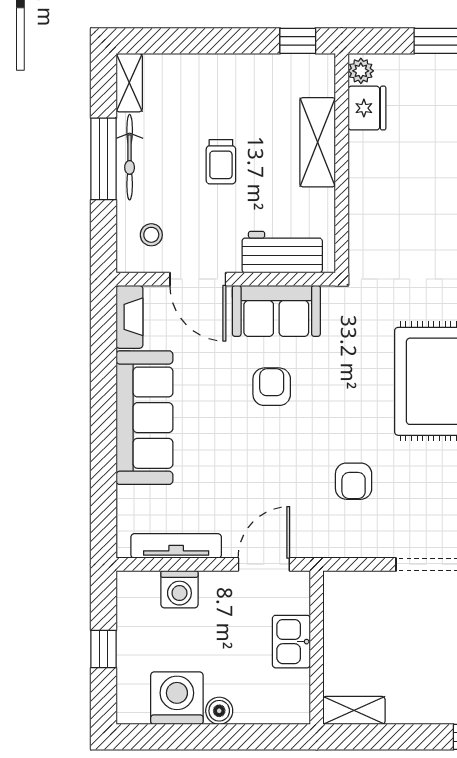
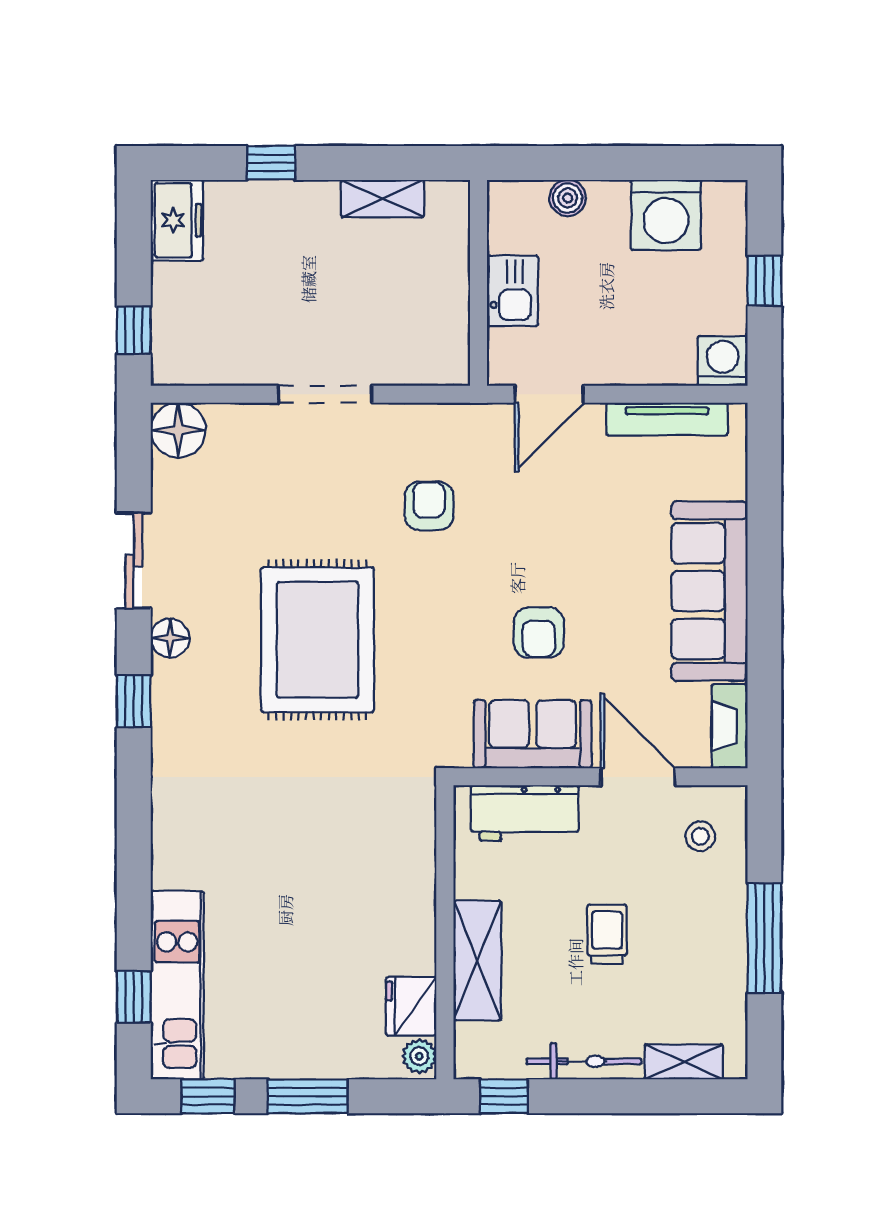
shelving: (129, 83) -> (684, 1062), moved, turned 90
bicycle: (130, 157) -> (584, 1061), moved, turned 90
washing machine: (179, 589) -> (723, 361), moved
shelving: (354, 710) -> (383, 199), moved
boiler: (219, 711) -> (568, 198), moved

